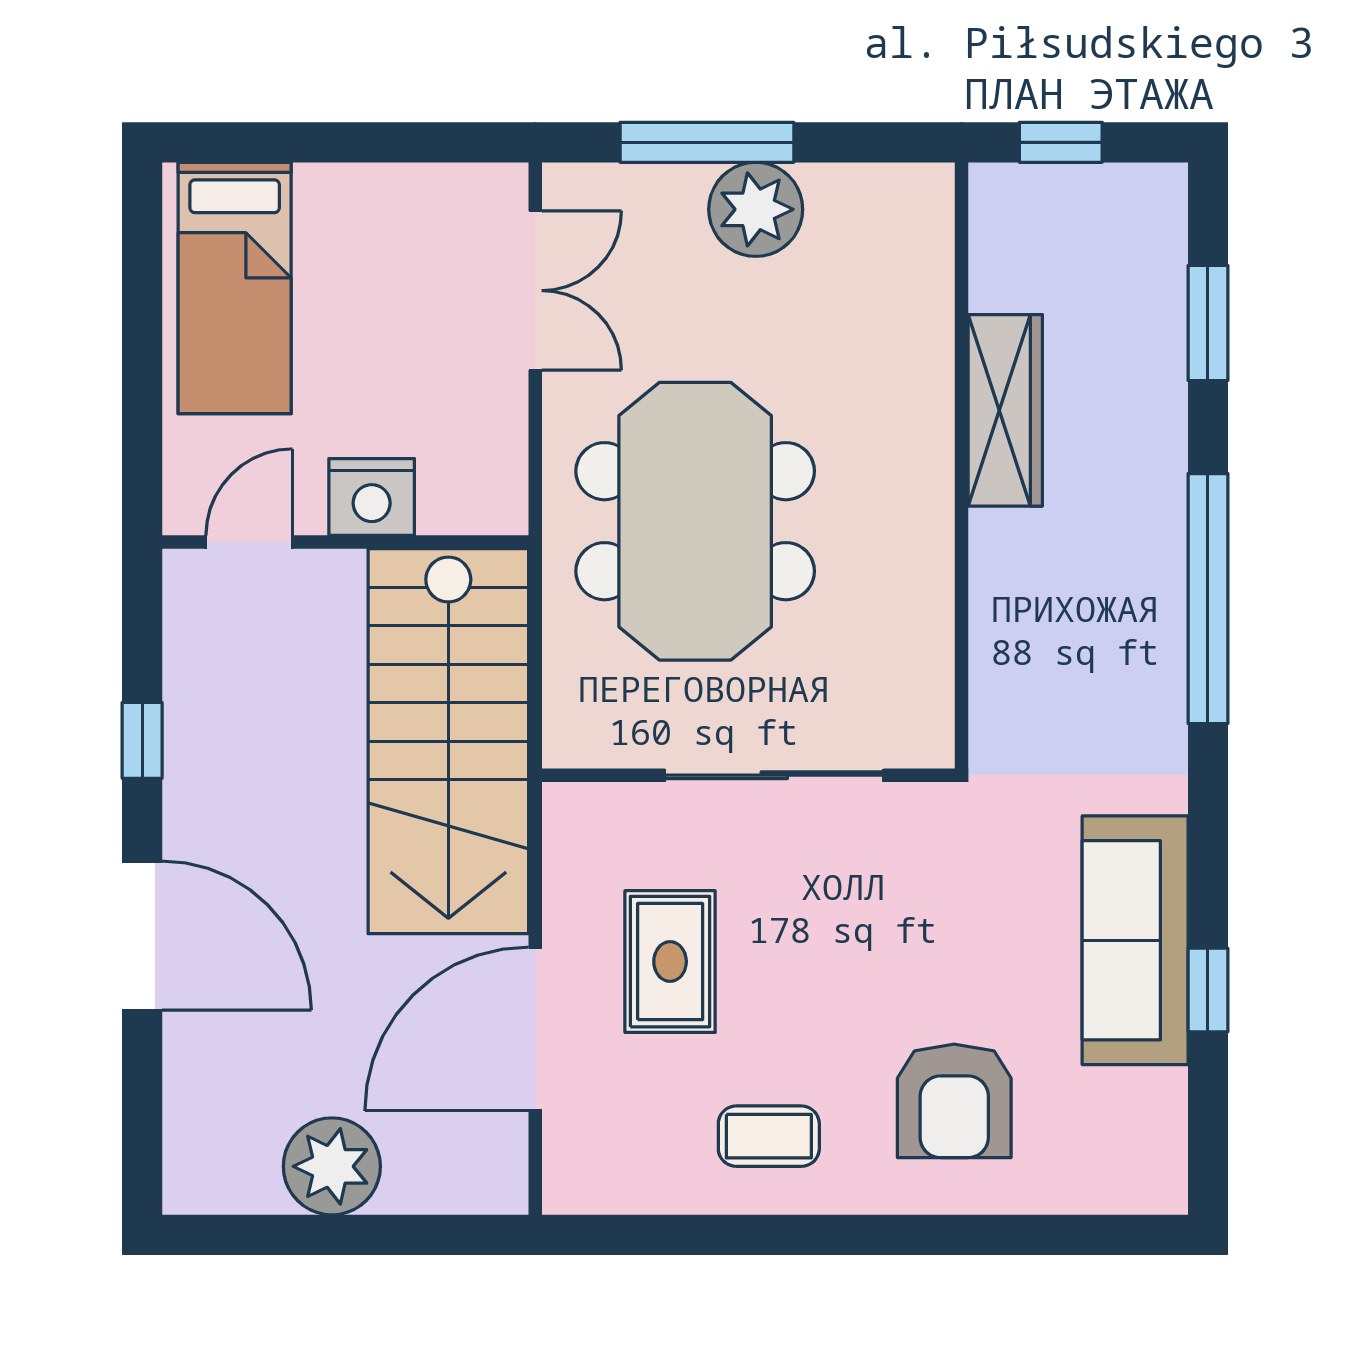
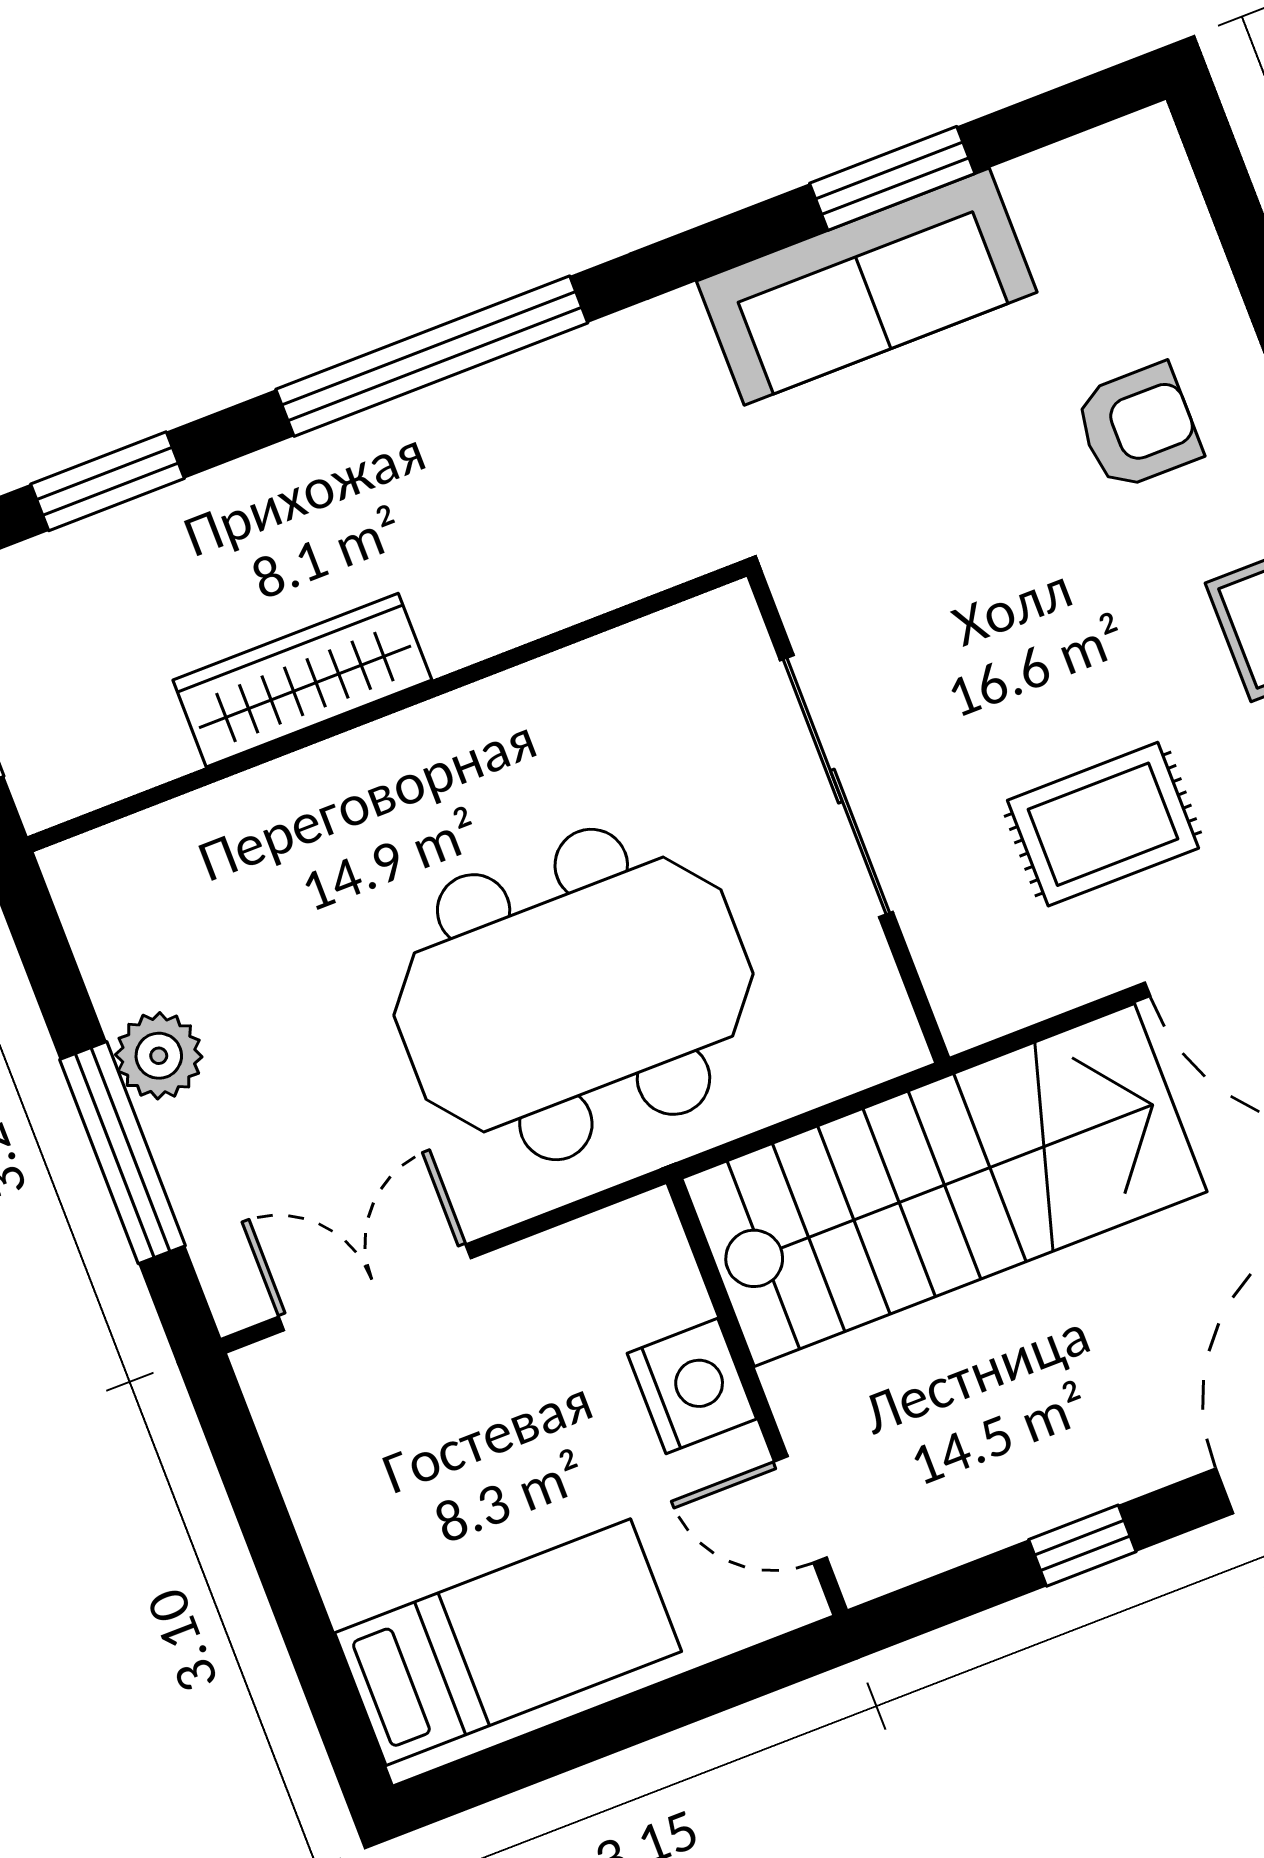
plant: (756, 209) -> (159, 1056), width x0.73, depth x0.73
window: (1208, 990) -> (892, 178), width x1.50
armchair: (954, 1101) -> (1138, 427), width x0.72, depth x0.72

